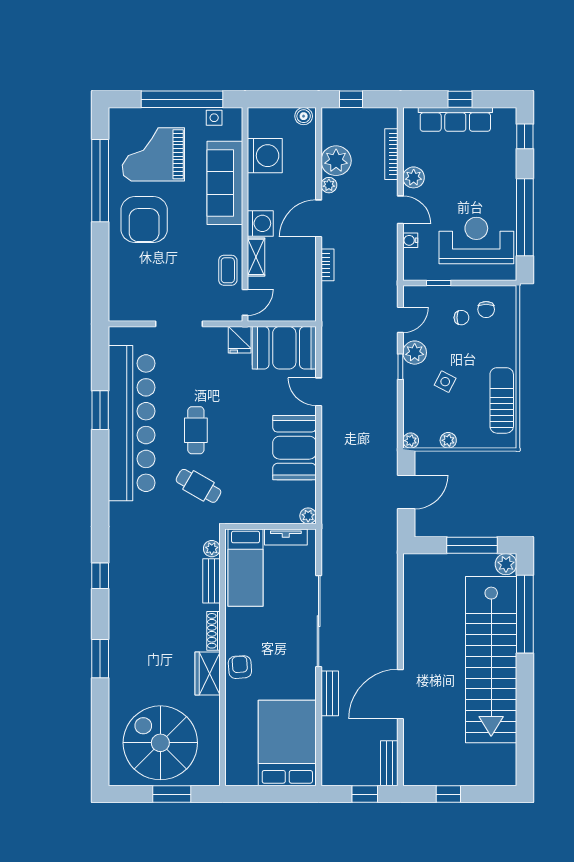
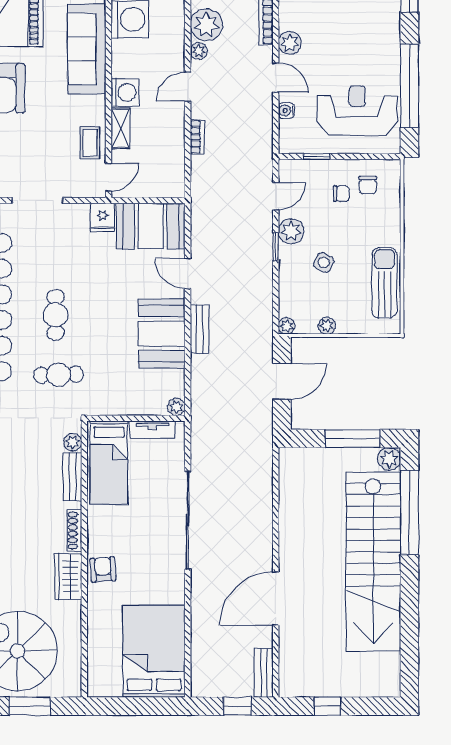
door: (319, 218) -> (188, 87), width x0.73
cafe table: (199, 486) -> (58, 375), turned -32
bench: (330, 693) -> (200, 329), moved

